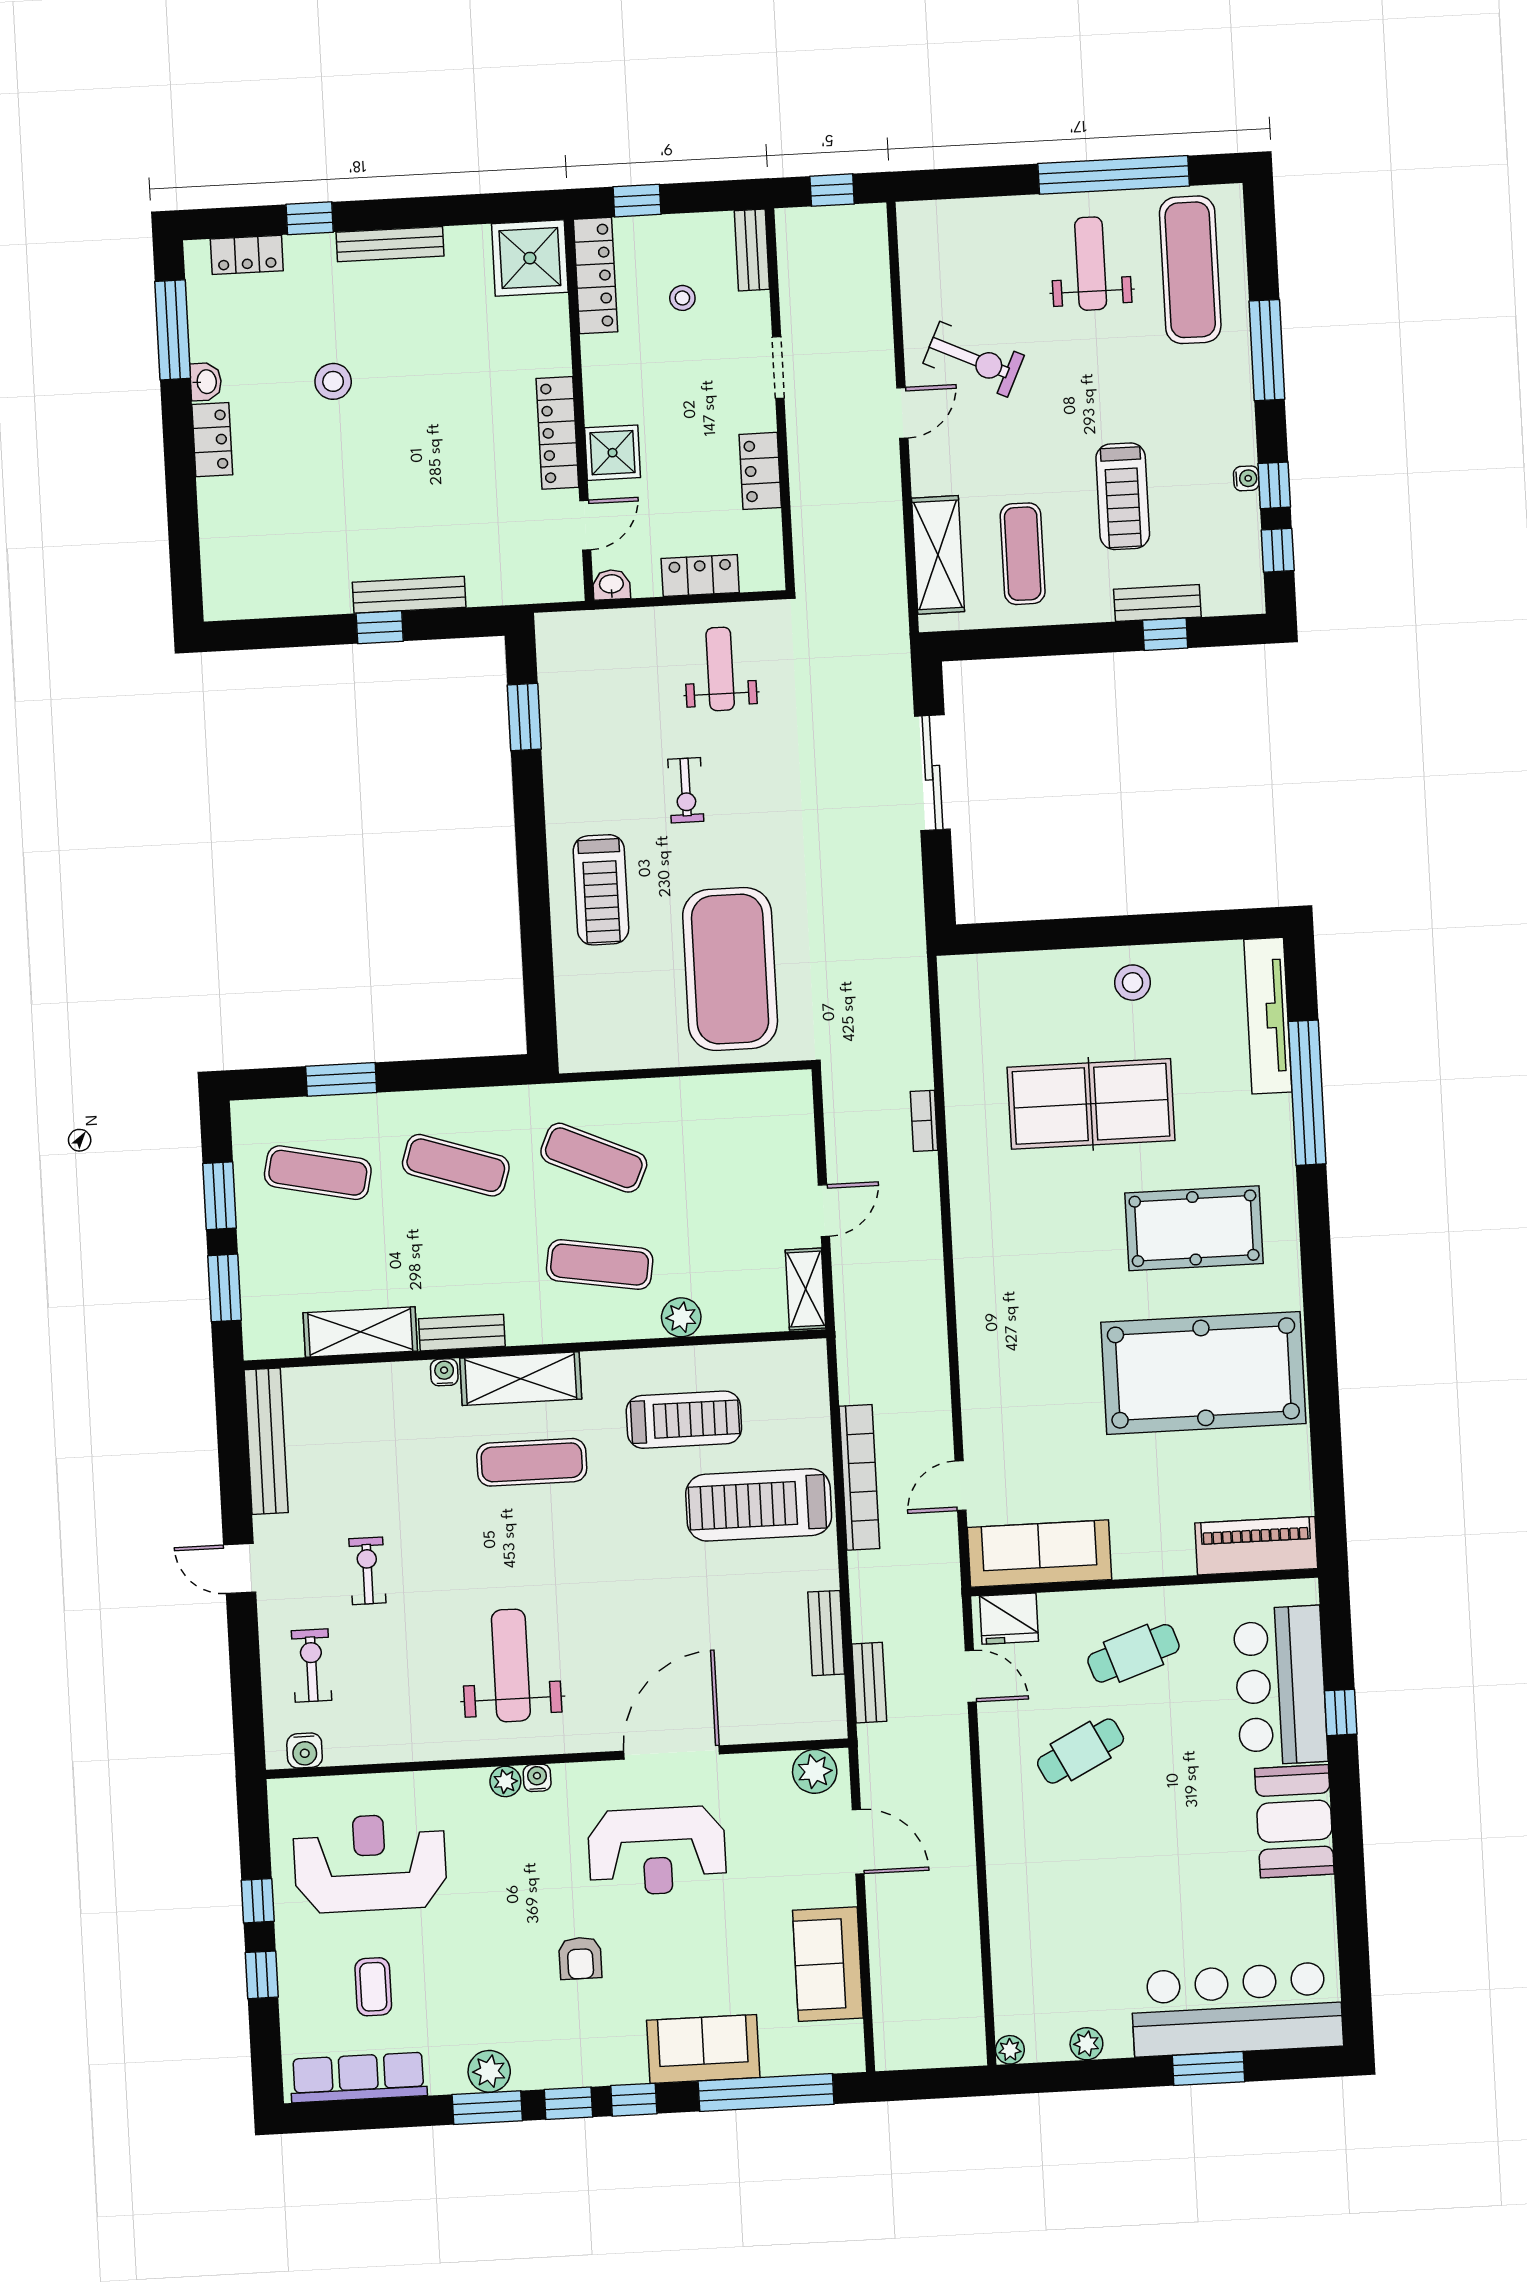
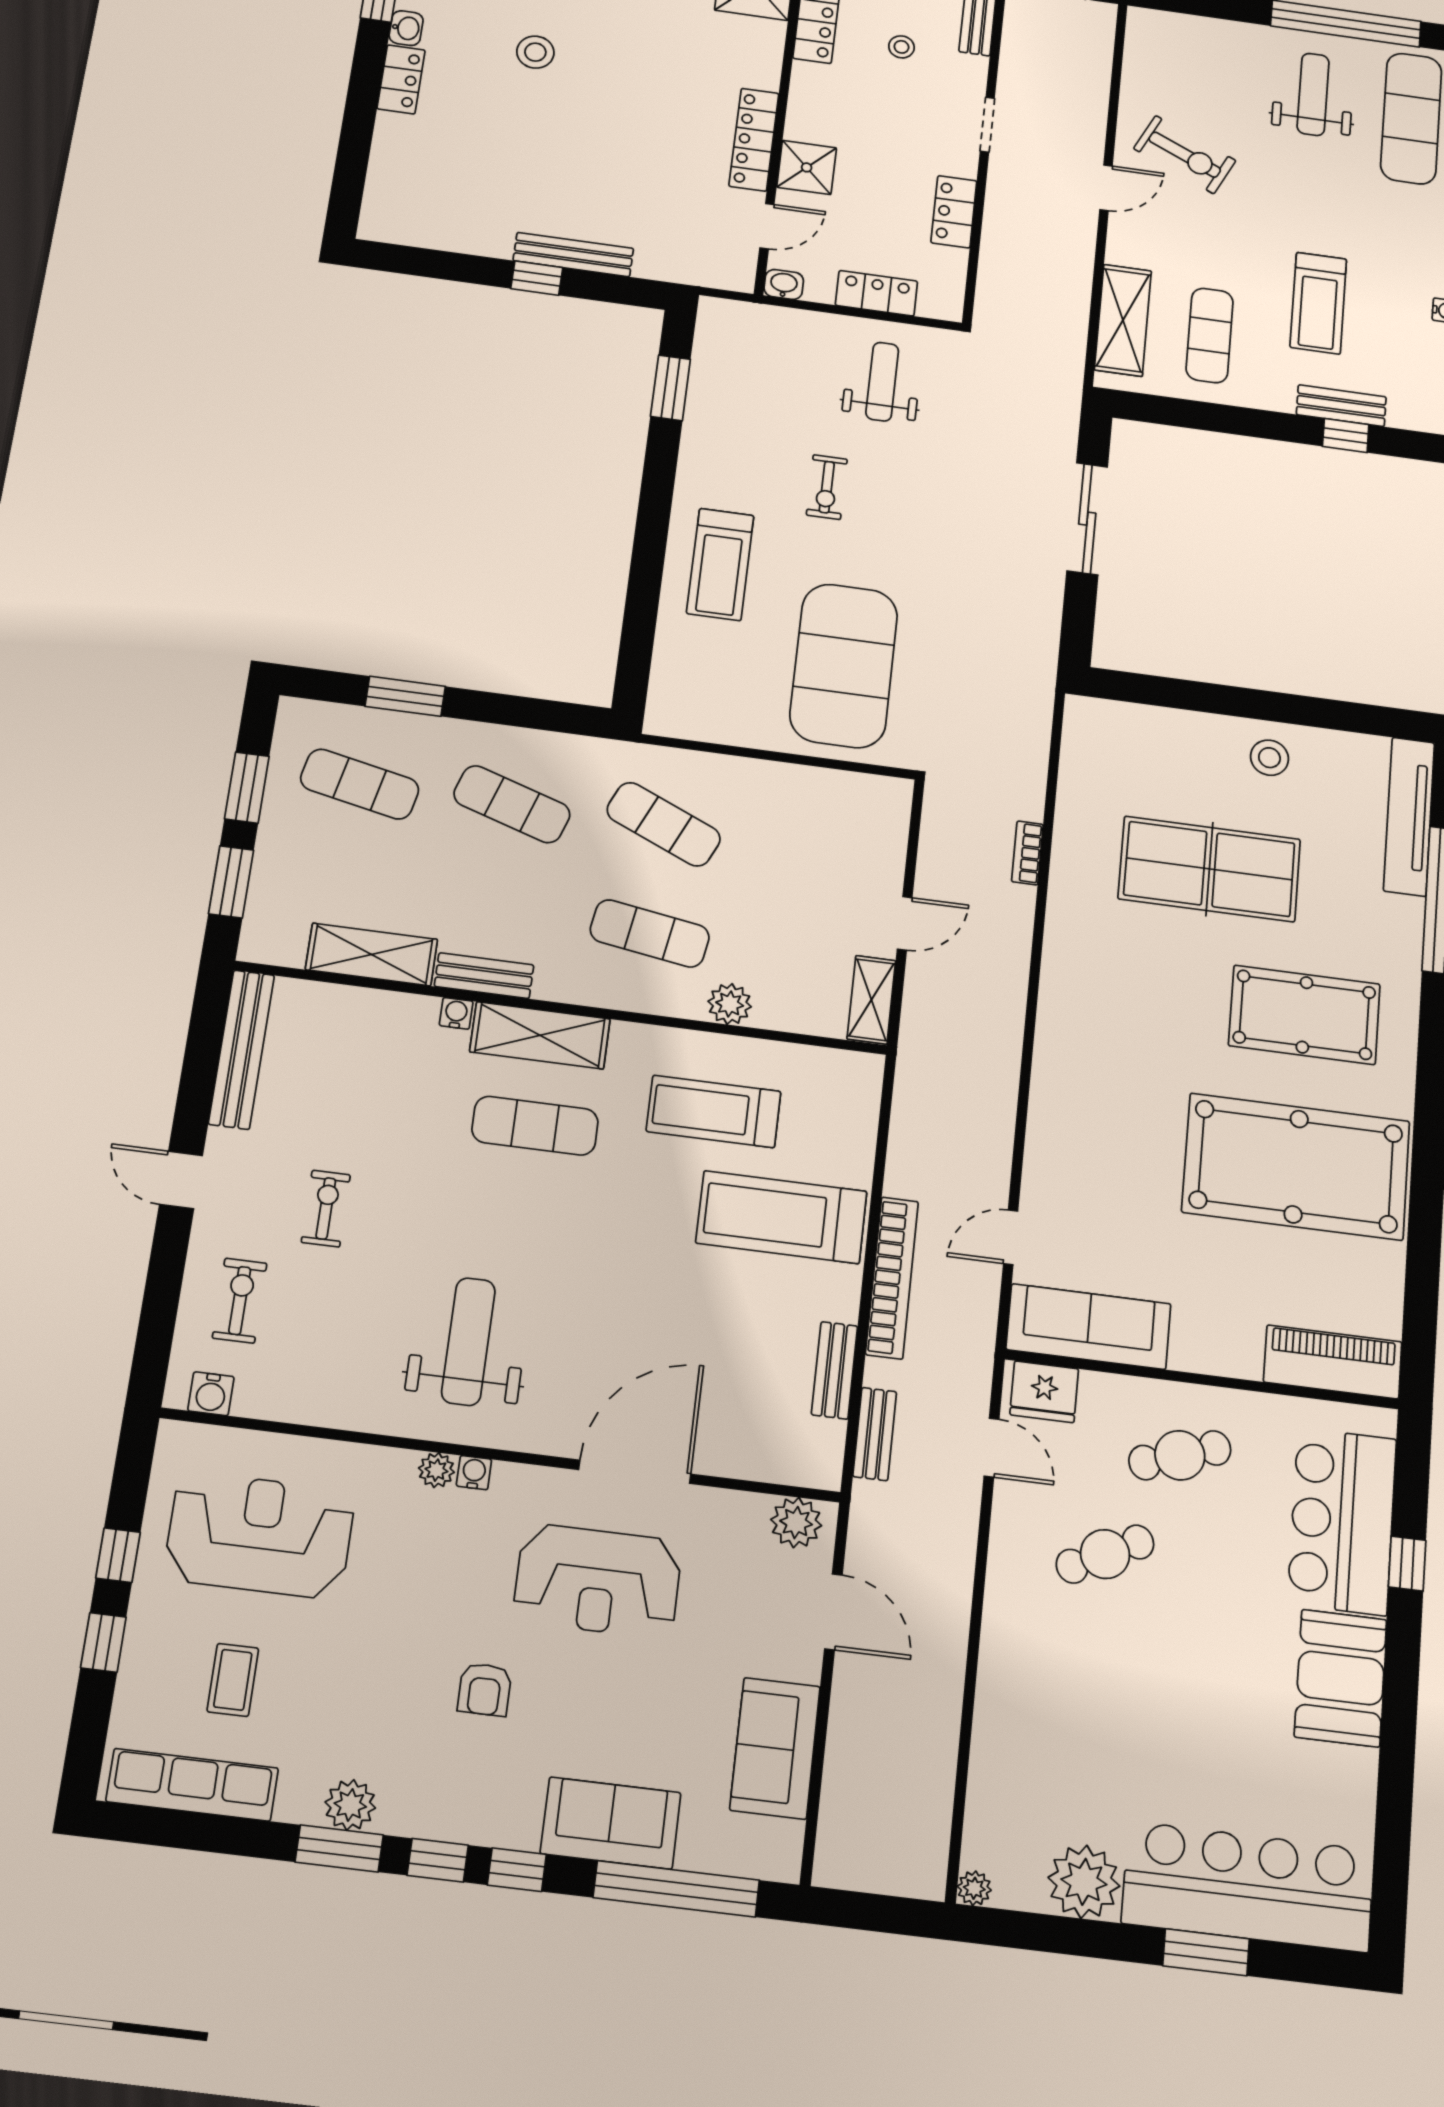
treadmill: (684, 1420) -> (714, 1111), turned 180
bookcase: (859, 1477) -> (892, 1278), moved
plant: (1086, 2044) -> (1084, 1882), width x1.88, depth x1.88

